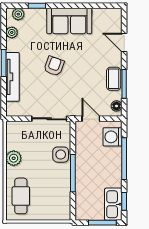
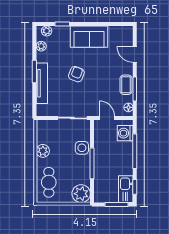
plant: (60, 210) -> (81, 194), added

